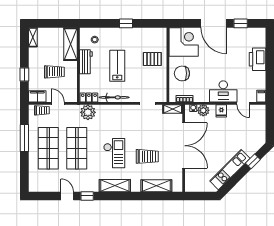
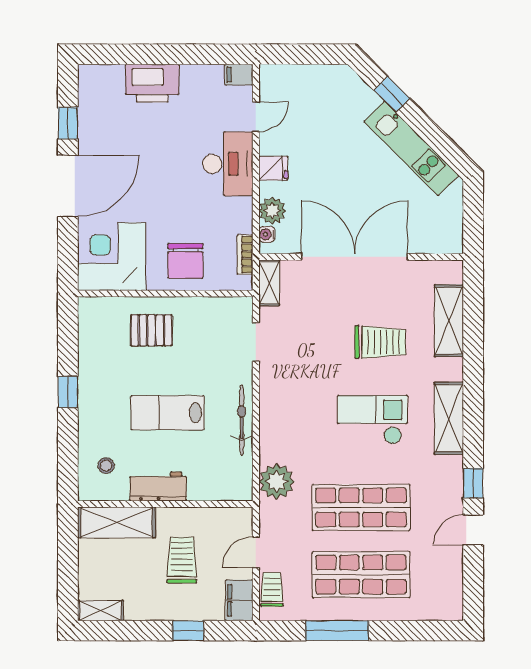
pallet: (152, 59) -> (151, 330), turned 90
locker: (89, 97) -> (242, 479), removed
trolley: (147, 156) -> (380, 342), turned 90

